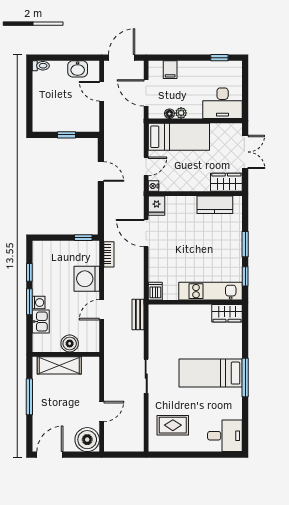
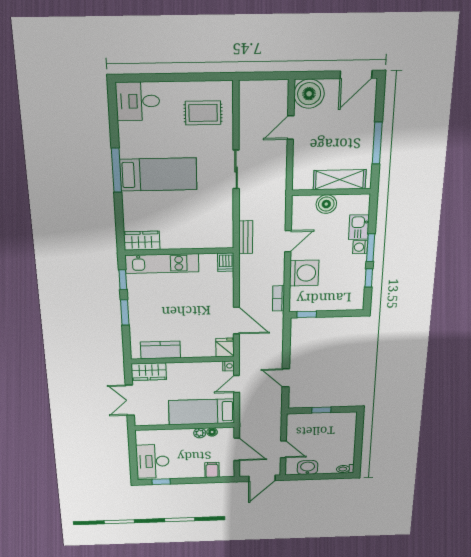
desk: (223, 103) -> (153, 461), moved, turned -90

